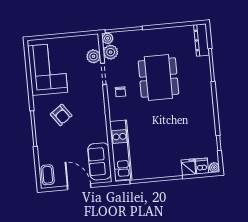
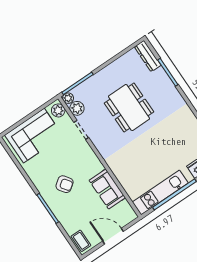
plant: (94, 56) -> (58, 110), moved
corner sofa: (48, 69) -> (34, 136), moved, turned 90
chair: (120, 92) -> (104, 137), removed
kitchen unit: (121, 150) -> (160, 192), moved, turned -90
sofa: (99, 161) -> (107, 189), moved

